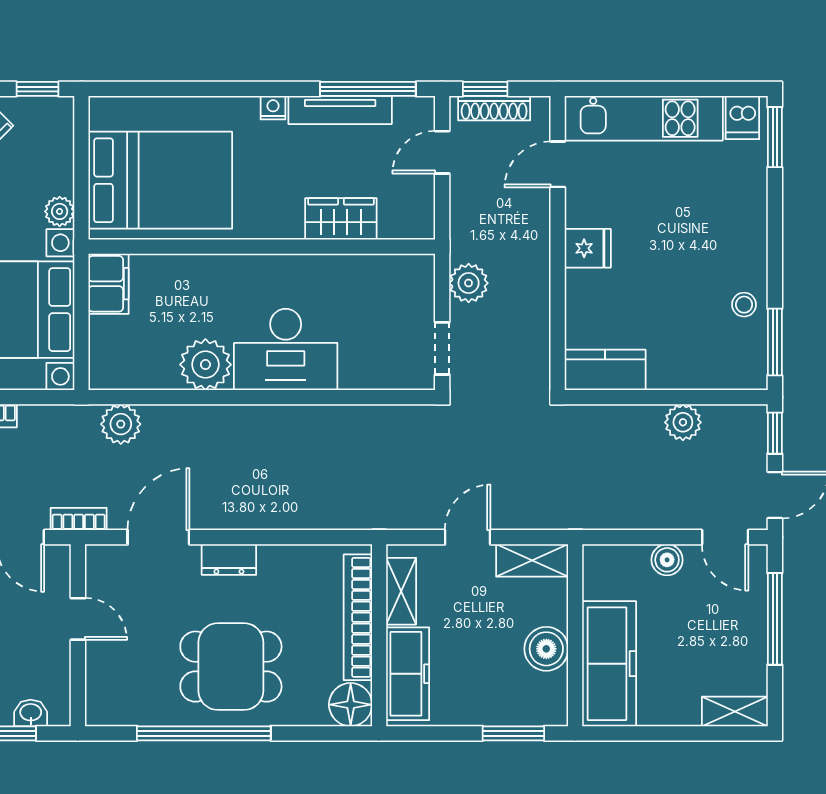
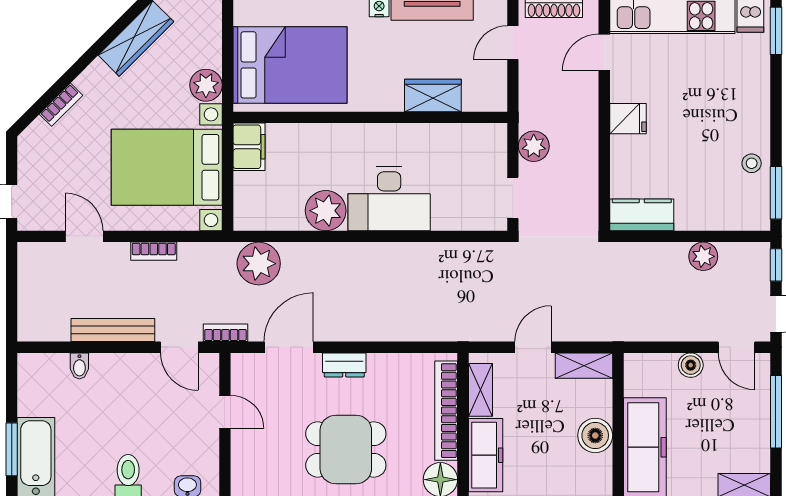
plant: (60, 211) -> (206, 85), width x1.38, depth x1.38
plant: (121, 424) -> (259, 264), width x1.36, depth x1.36

